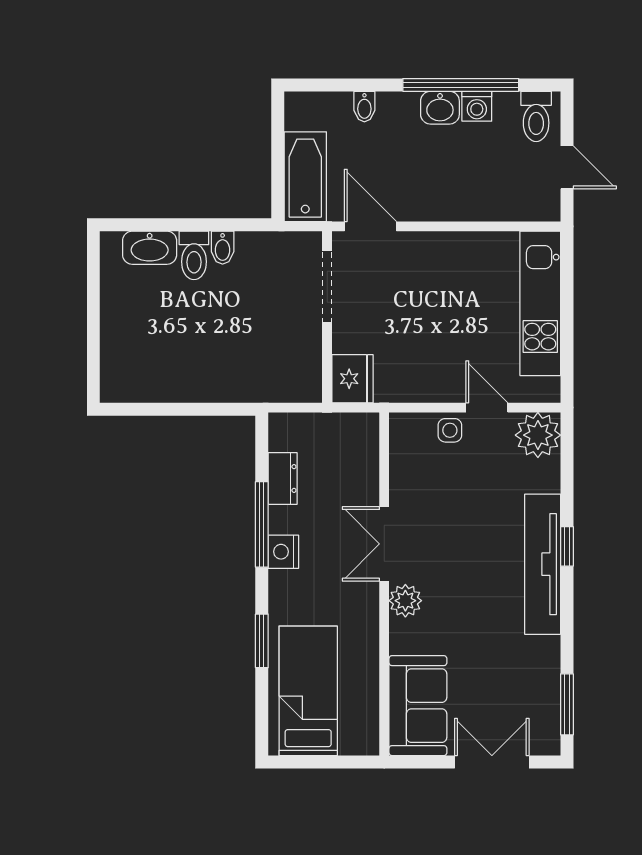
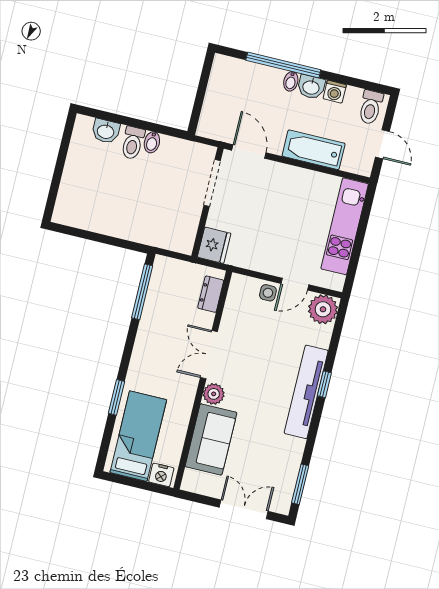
window: (461, 85) -> (283, 65), moved
bidet: (364, 107) -> (291, 81), moved
bathtub: (305, 177) -> (314, 150), moved, turned -90
washbasin: (150, 248) -> (106, 131), width x0.72
door: (487, 408) -> (295, 284), swing flipped
dresser: (283, 479) -> (211, 294), moved, turned 180
window: (262, 524) -> (142, 292), moved
nightstand: (283, 552) -> (161, 475), moved, turned -90
sofa: (418, 706) -> (211, 439), moved

